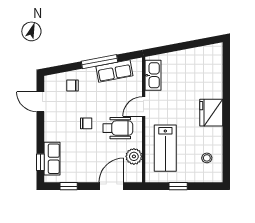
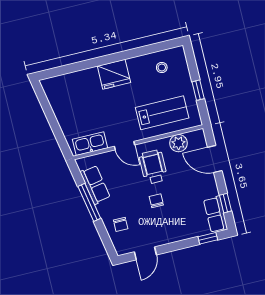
row of seats: (52, 159) -> (216, 214), moved, turned -90

